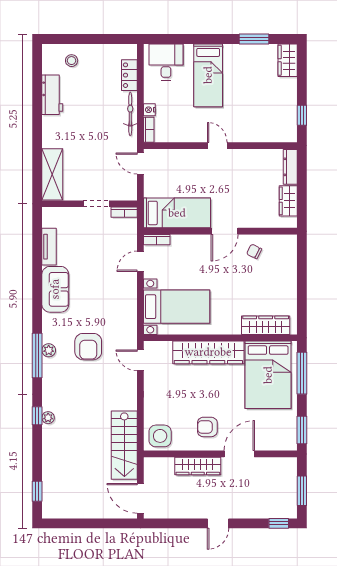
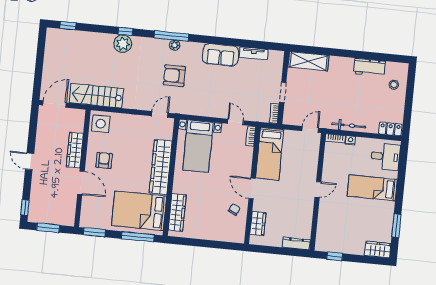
locker: (129, 75) -> (390, 129), moved
wardrobe: (288, 201) -> (258, 224), moved, turned 90
plant: (48, 418) -> (123, 44), width x1.88, depth x1.88

